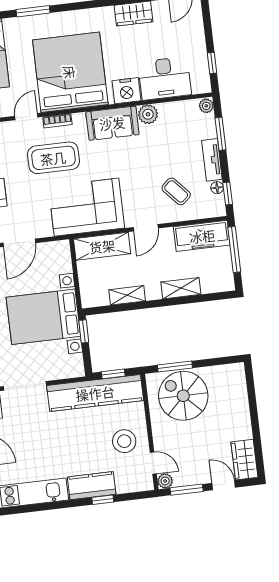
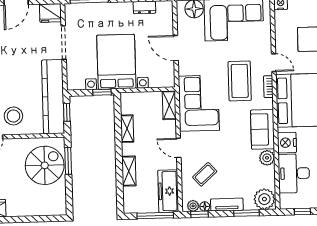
plant: (206, 106) -> (264, 199), width x1.88, depth x1.88
plant: (218, 203) -> (193, 206), added
shelving: (102, 246) -> (169, 105), width x0.67, depth x0.75

